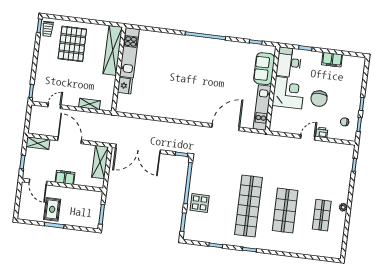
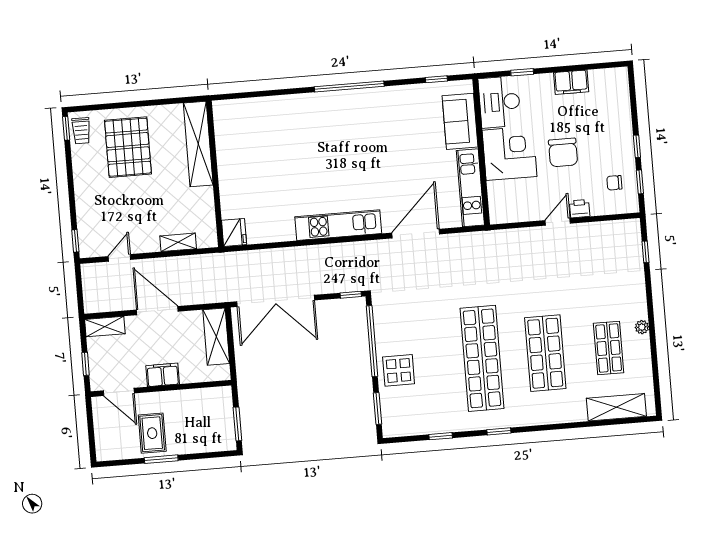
kitchen unit: (129, 53) -> (338, 225), moved, turned -90
fridge: (125, 86) -> (234, 232), moved
shelving: (319, 250) -> (616, 407), added

